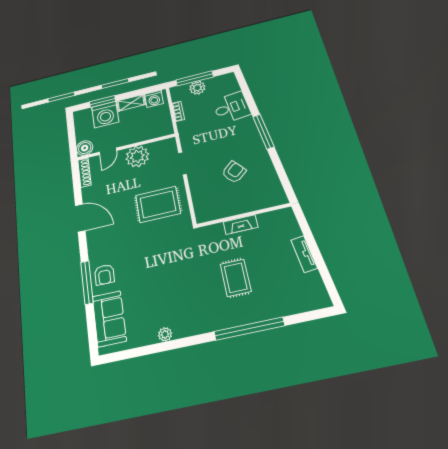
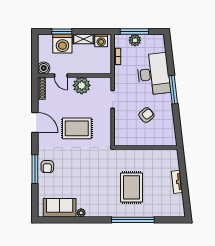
desk: (232, 108) -> (153, 74), width x1.87, depth x1.30
door: (108, 151) -> (61, 75), hinge flipped
rug: (158, 204) -> (77, 128), moved
fireplace: (241, 225) -> (142, 153), removed
rug: (236, 278) -> (132, 187), width x1.36, depth x1.43
sofa: (109, 319) -> (60, 208), moved, turned -90

